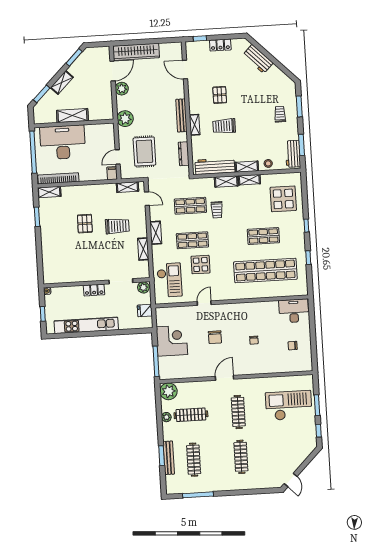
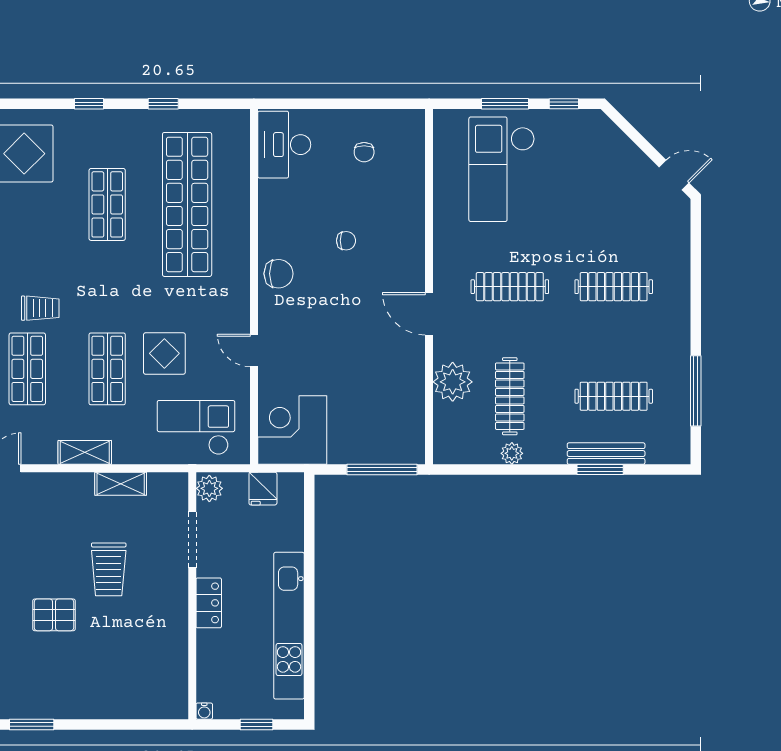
trolley: (117, 226) -> (109, 569), moved, turned 180
chair: (215, 337) -> (279, 274), moved
corner desk: (172, 341) -> (292, 430), moved
plant: (169, 391) -> (453, 382), moved

